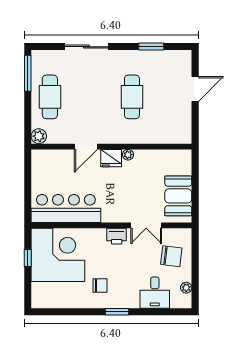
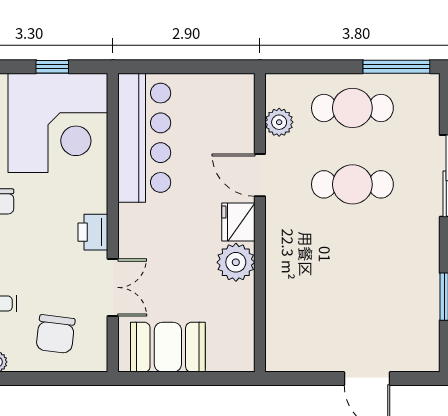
cafe table: (132, 97) -> (352, 184), moved
plant: (39, 136) -> (279, 122), moved
plant: (128, 155) -> (236, 262), width x1.88, depth x1.88
double door: (146, 225) -> (113, 287), swing flipped

